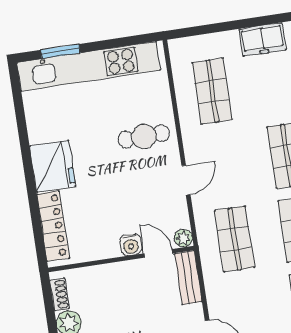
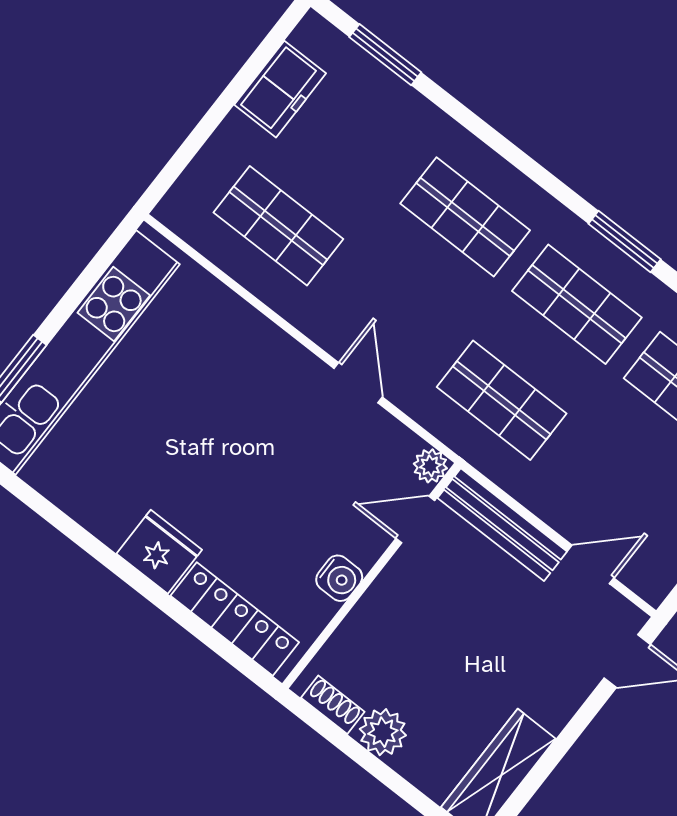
cafe table: (144, 136) -> (243, 377), removed
fridge: (53, 166) -> (159, 552), width x0.73, depth x0.75
water cooler: (131, 245) -> (339, 578), moved
bench: (188, 277) -> (502, 525), width x1.36

